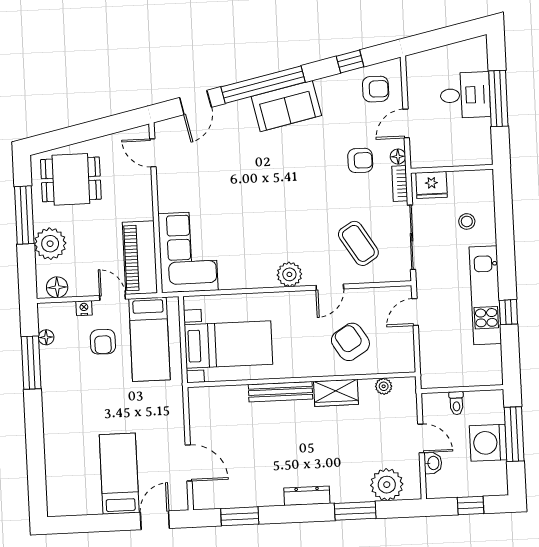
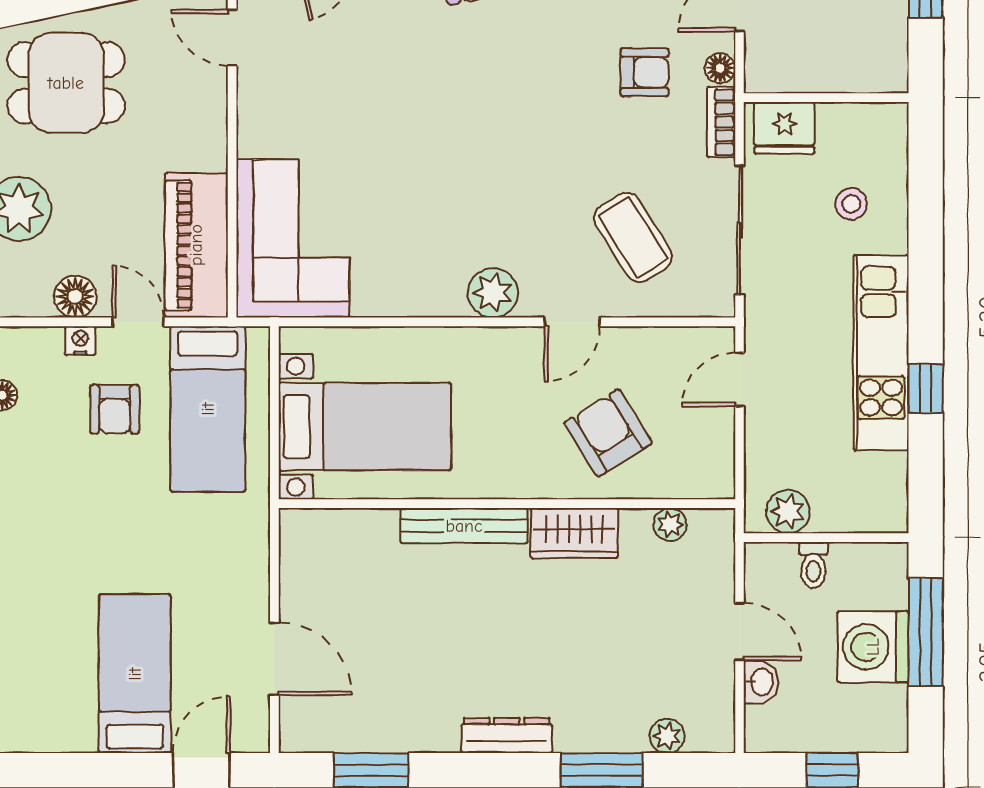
floor lamp: (57, 287) -> (75, 297), moved
plant: (442, 377) -> (788, 512), added
plant: (387, 485) -> (667, 736), width x0.53, depth x0.53

